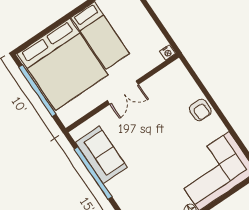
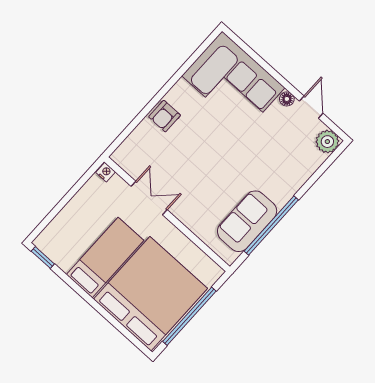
double door: (123, 92) -> (149, 198), moved
armchair: (200, 110) -> (165, 116), turned 180

